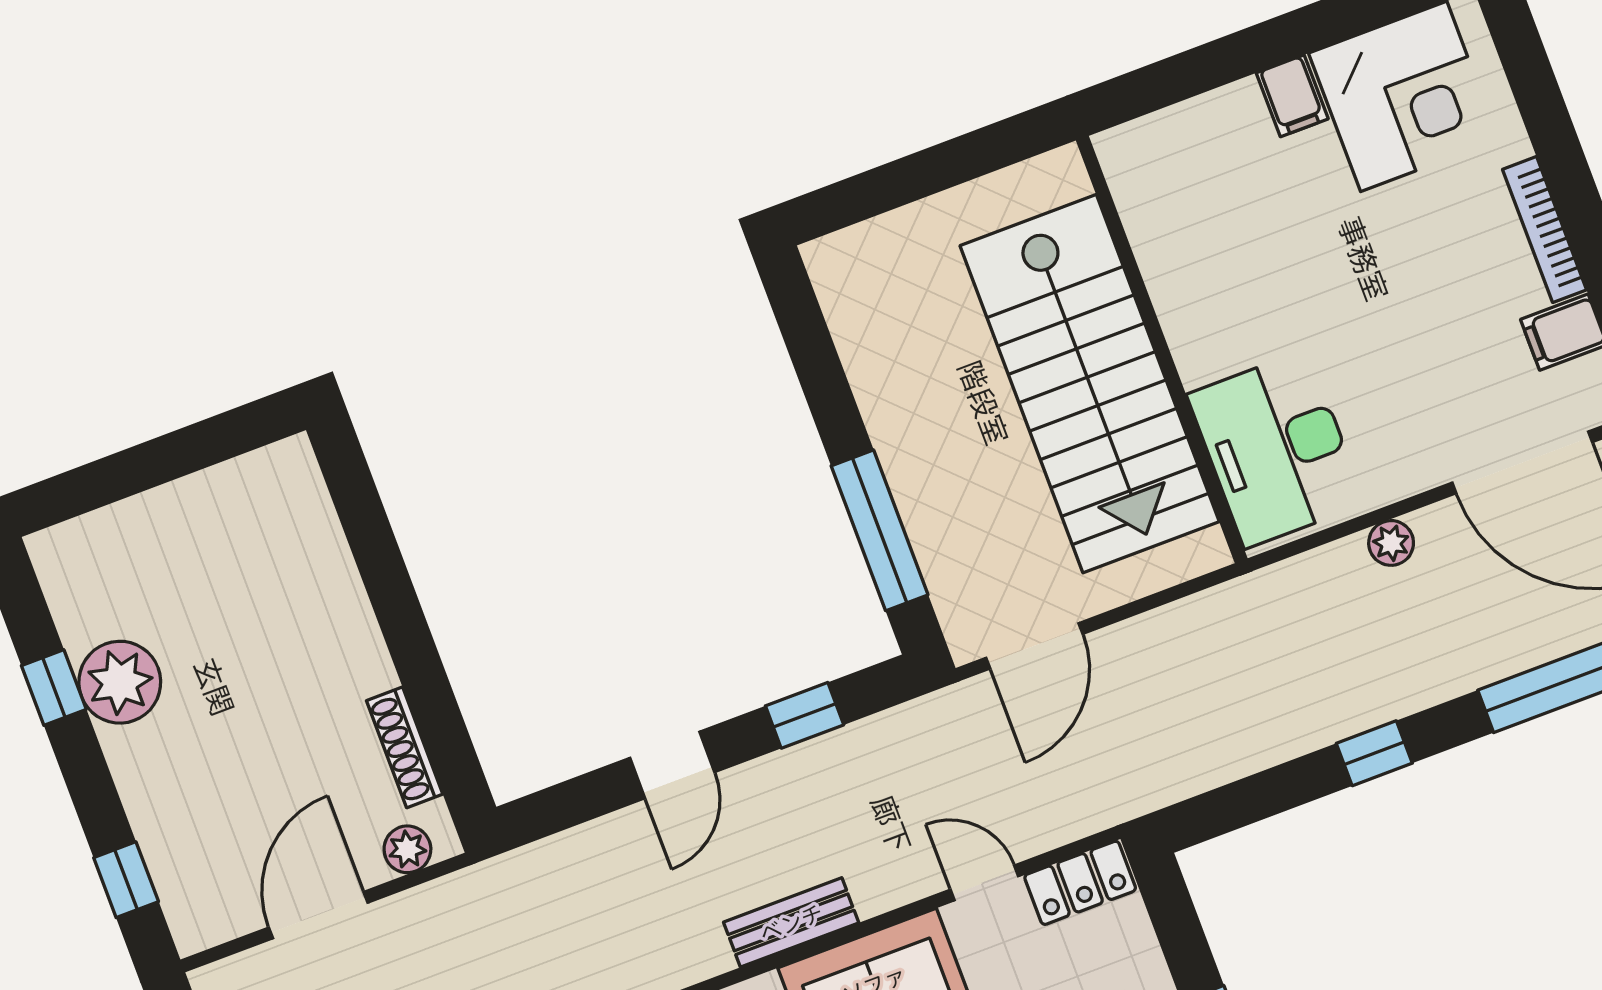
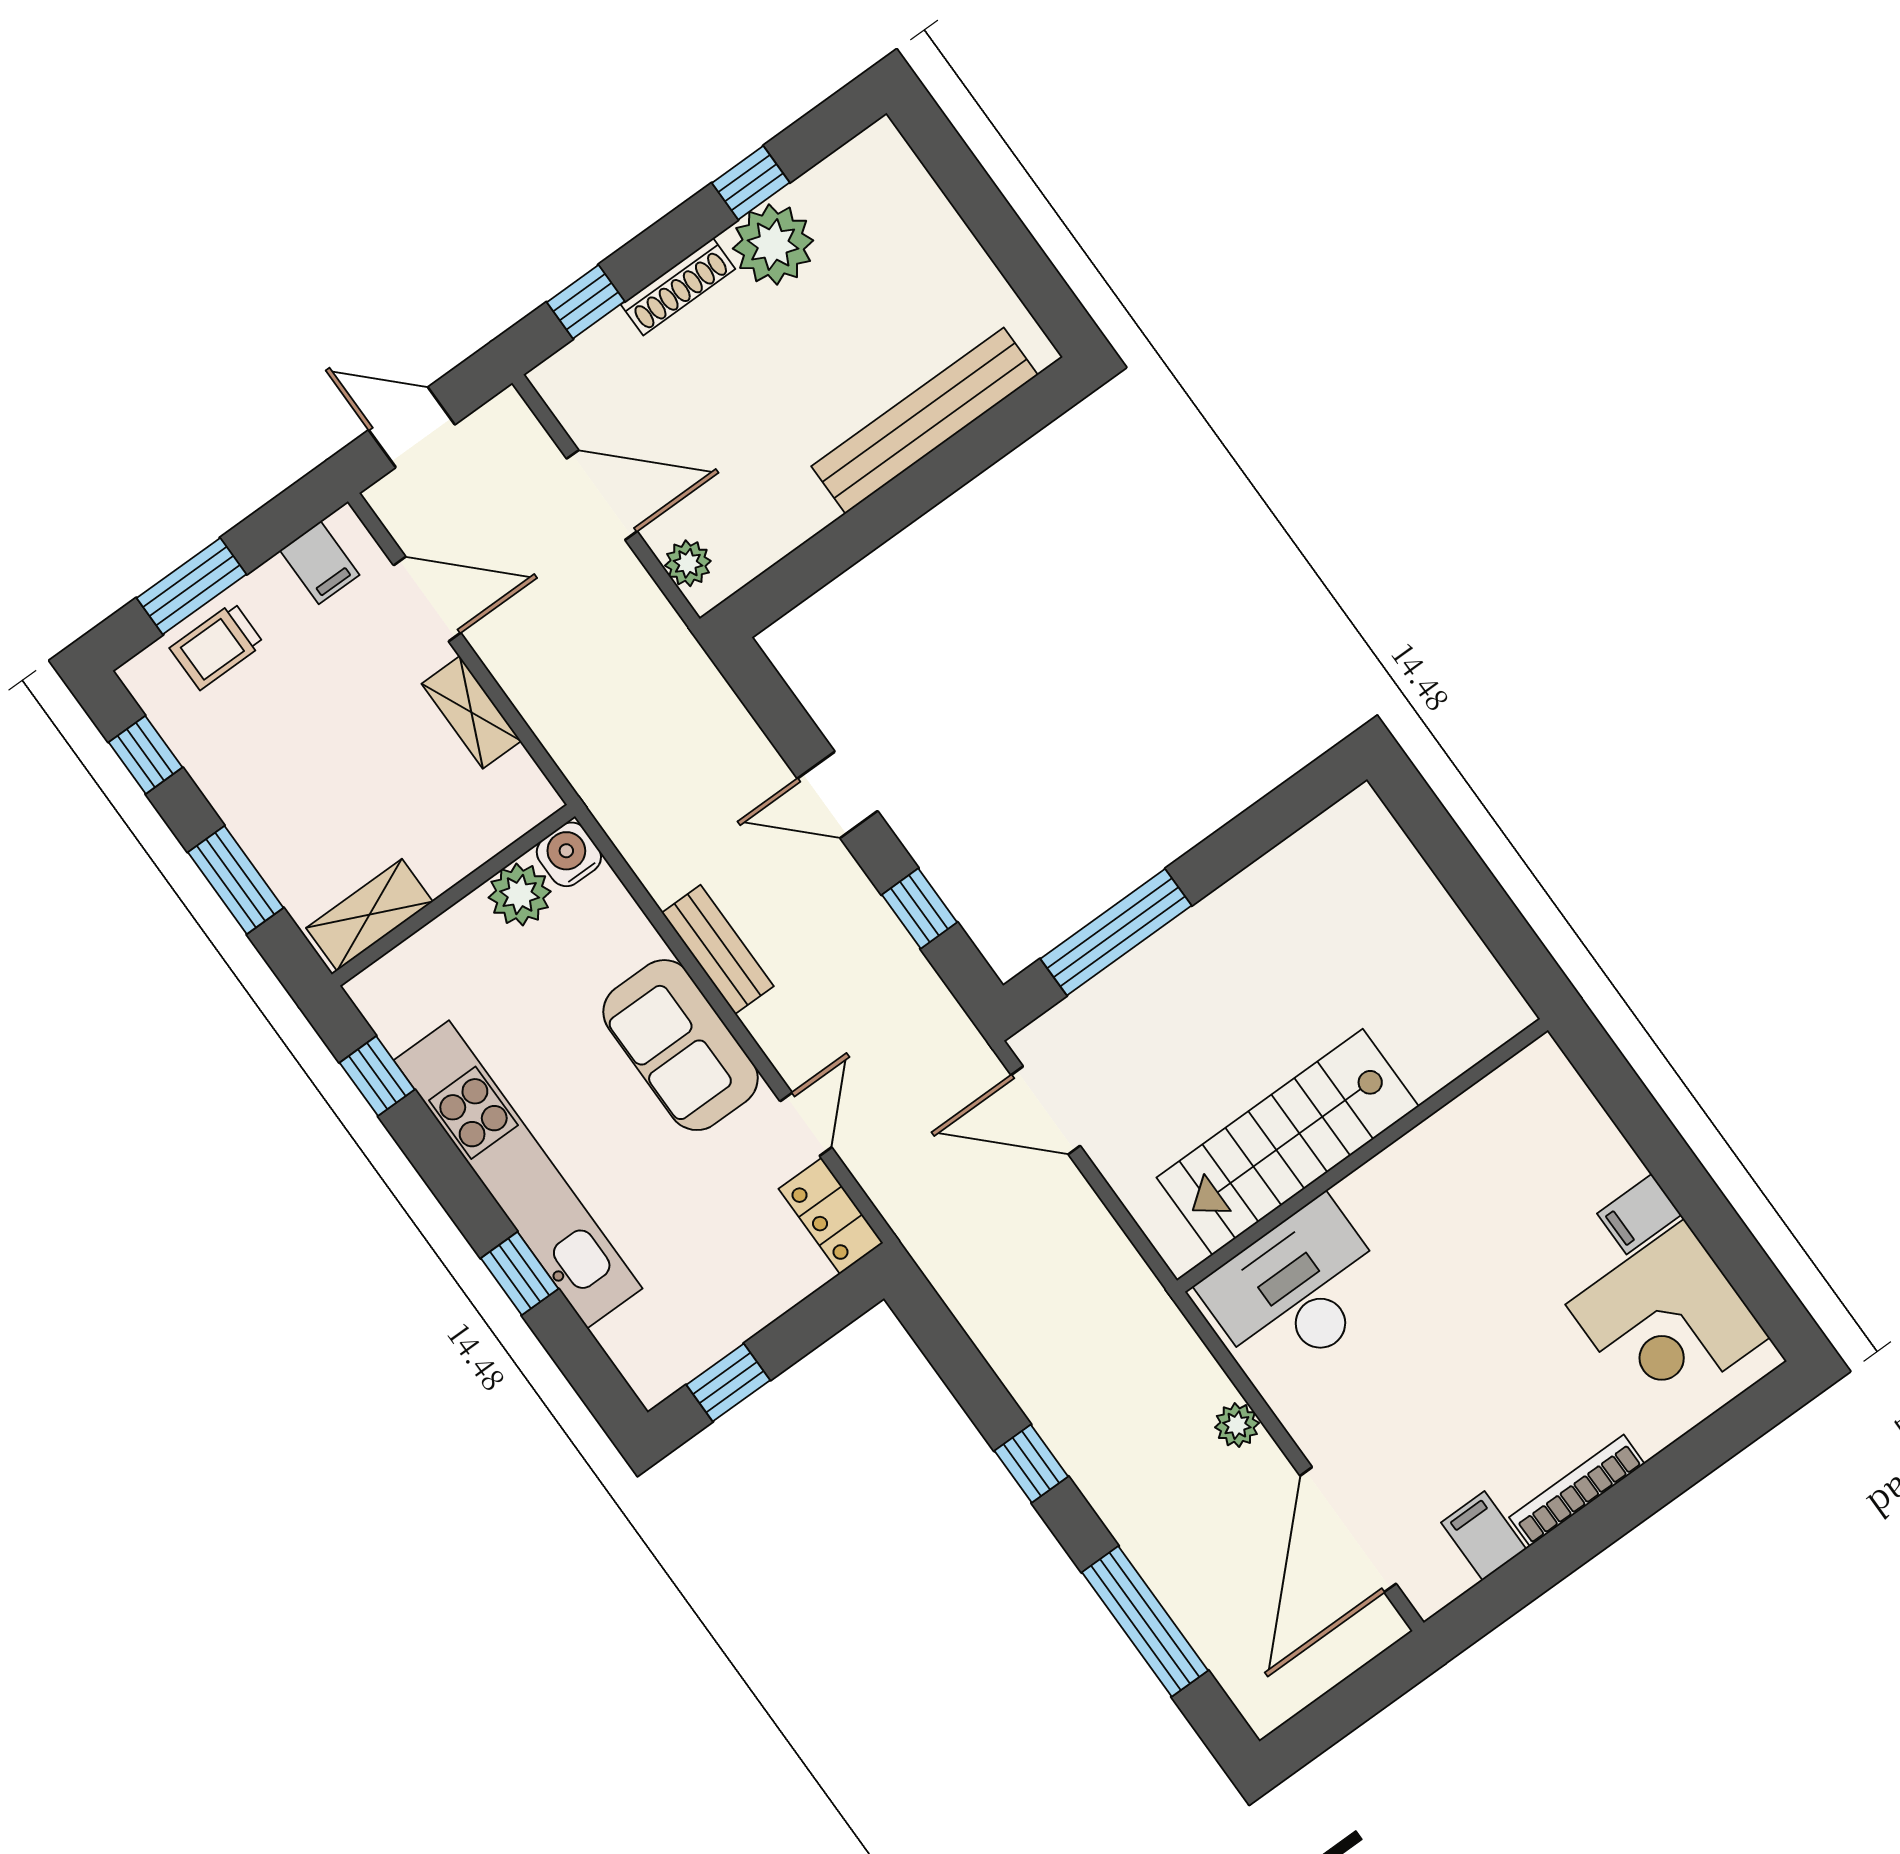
stairs: (1090, 384) -> (1288, 1142), width x0.73, depth x0.66
bench: (331, 581) -> (925, 421), added
shoe rack: (405, 747) -> (678, 287), moved, turned 180

